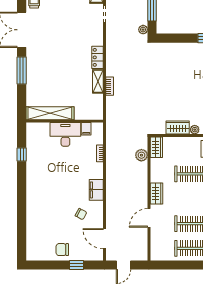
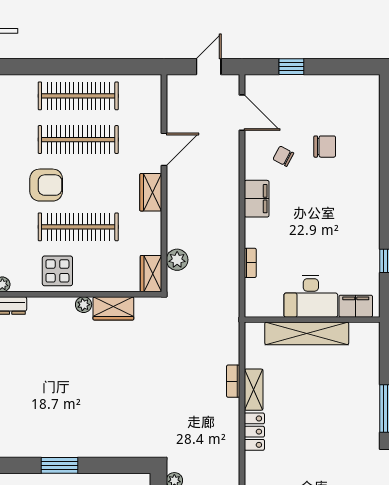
shelving: (50, 113) -> (307, 333), moved
filing cabinet: (86, 129) -> (356, 306), moved, width x2.00
chair: (62, 250) -> (325, 147), moved

